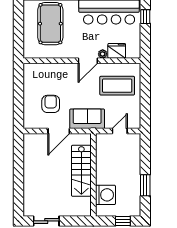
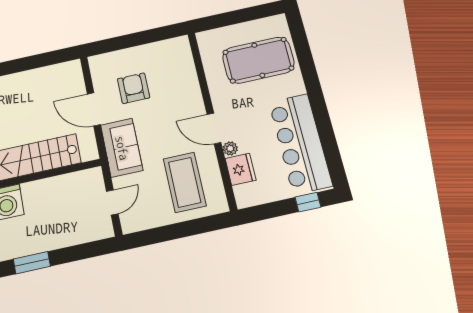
armchair: (51, 104) -> (134, 88), turned -90
door: (120, 131) -> (112, 202), hinge flipped

